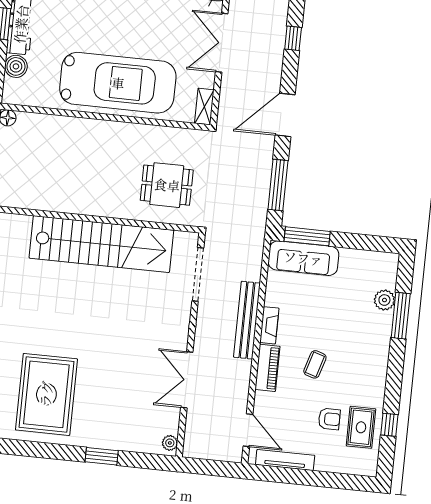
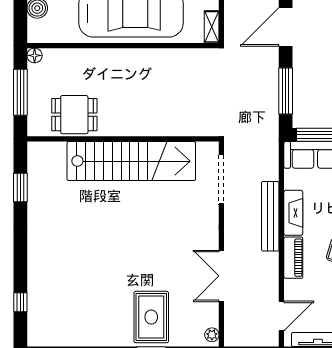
dining table: (167, 185) -> (74, 115), moved
fireplace: (269, 325) -> (293, 213), width x1.37, depth x1.32
rug: (46, 394) -> (151, 317), moved, width x0.73, depth x0.69
door: (248, 430) -> (281, 316), hinge flipped

